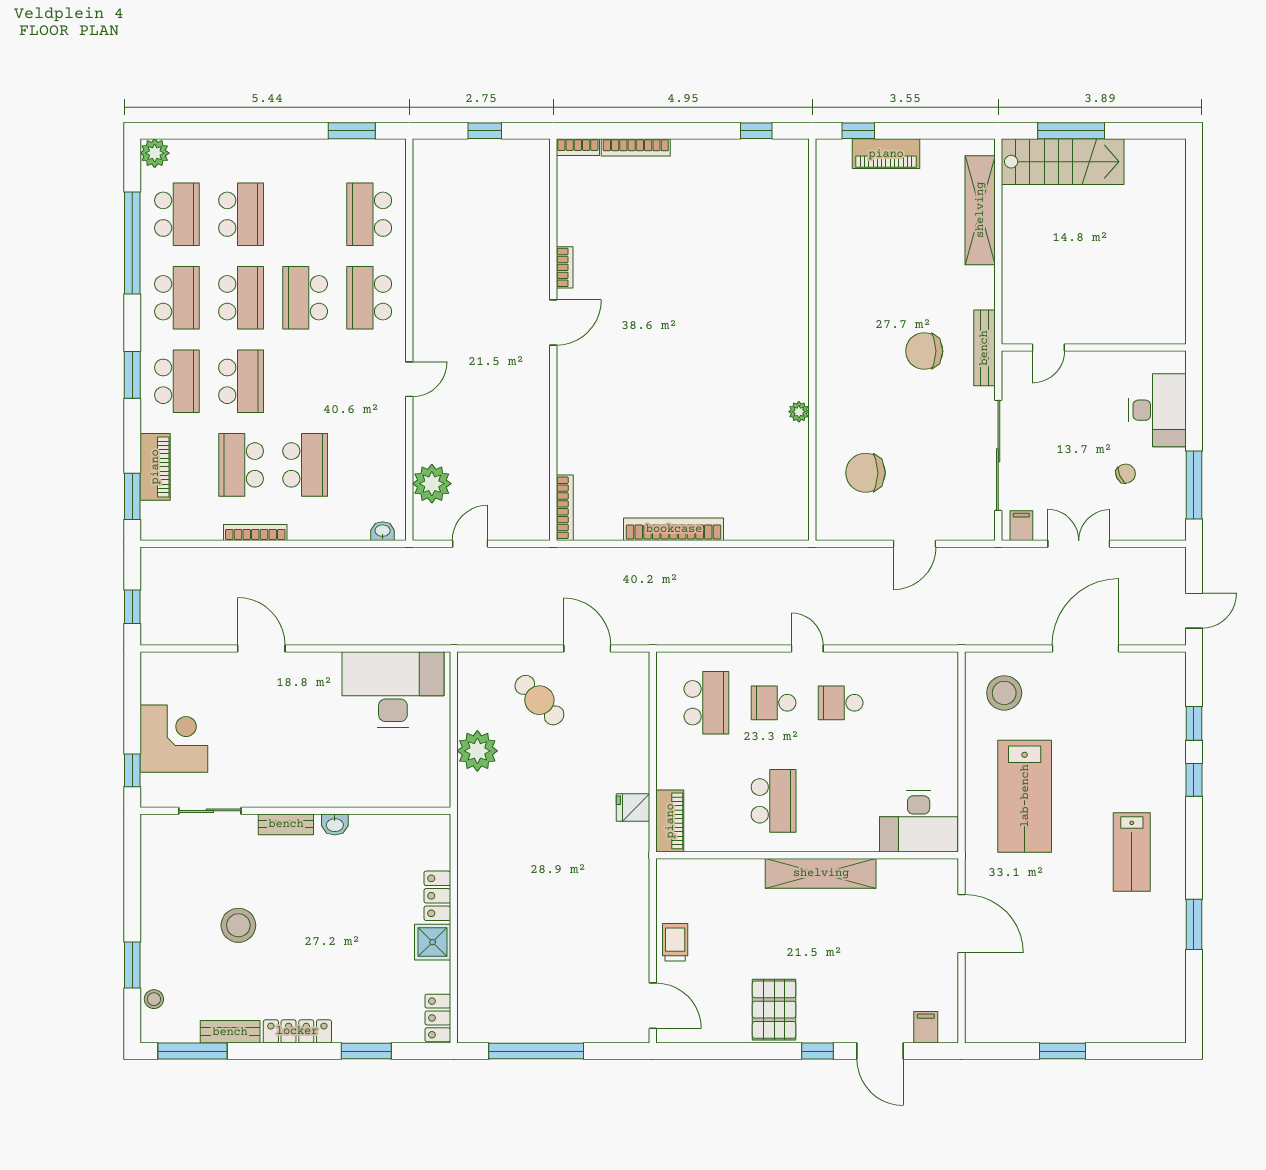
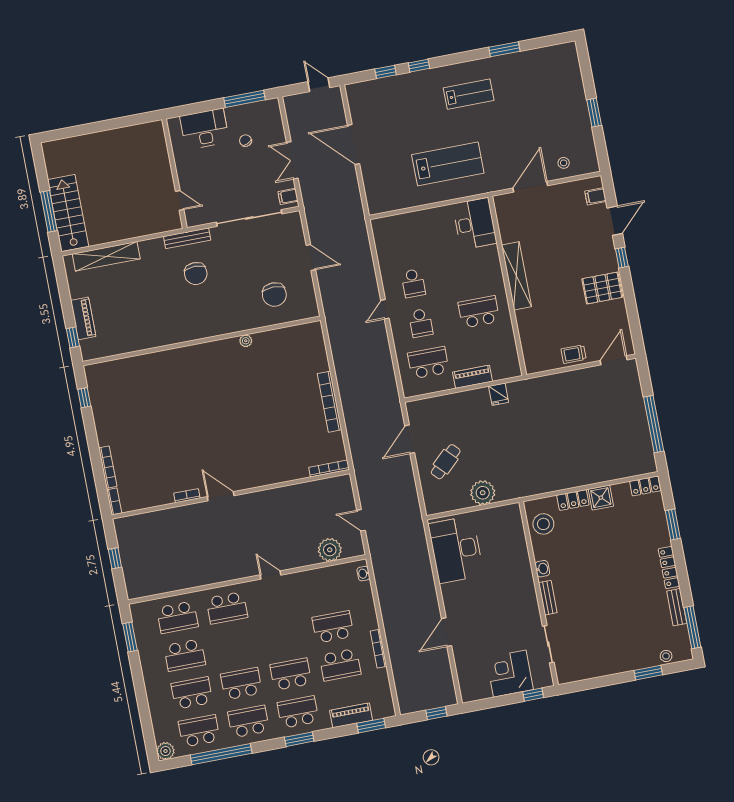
school desk: (305, 298) -> (185, 655), moved
stool: (1004, 693) -> (564, 163), moved, width x0.53, depth x0.53
piano: (670, 821) -> (473, 377), moved
stool: (238, 925) -> (543, 524), moved

